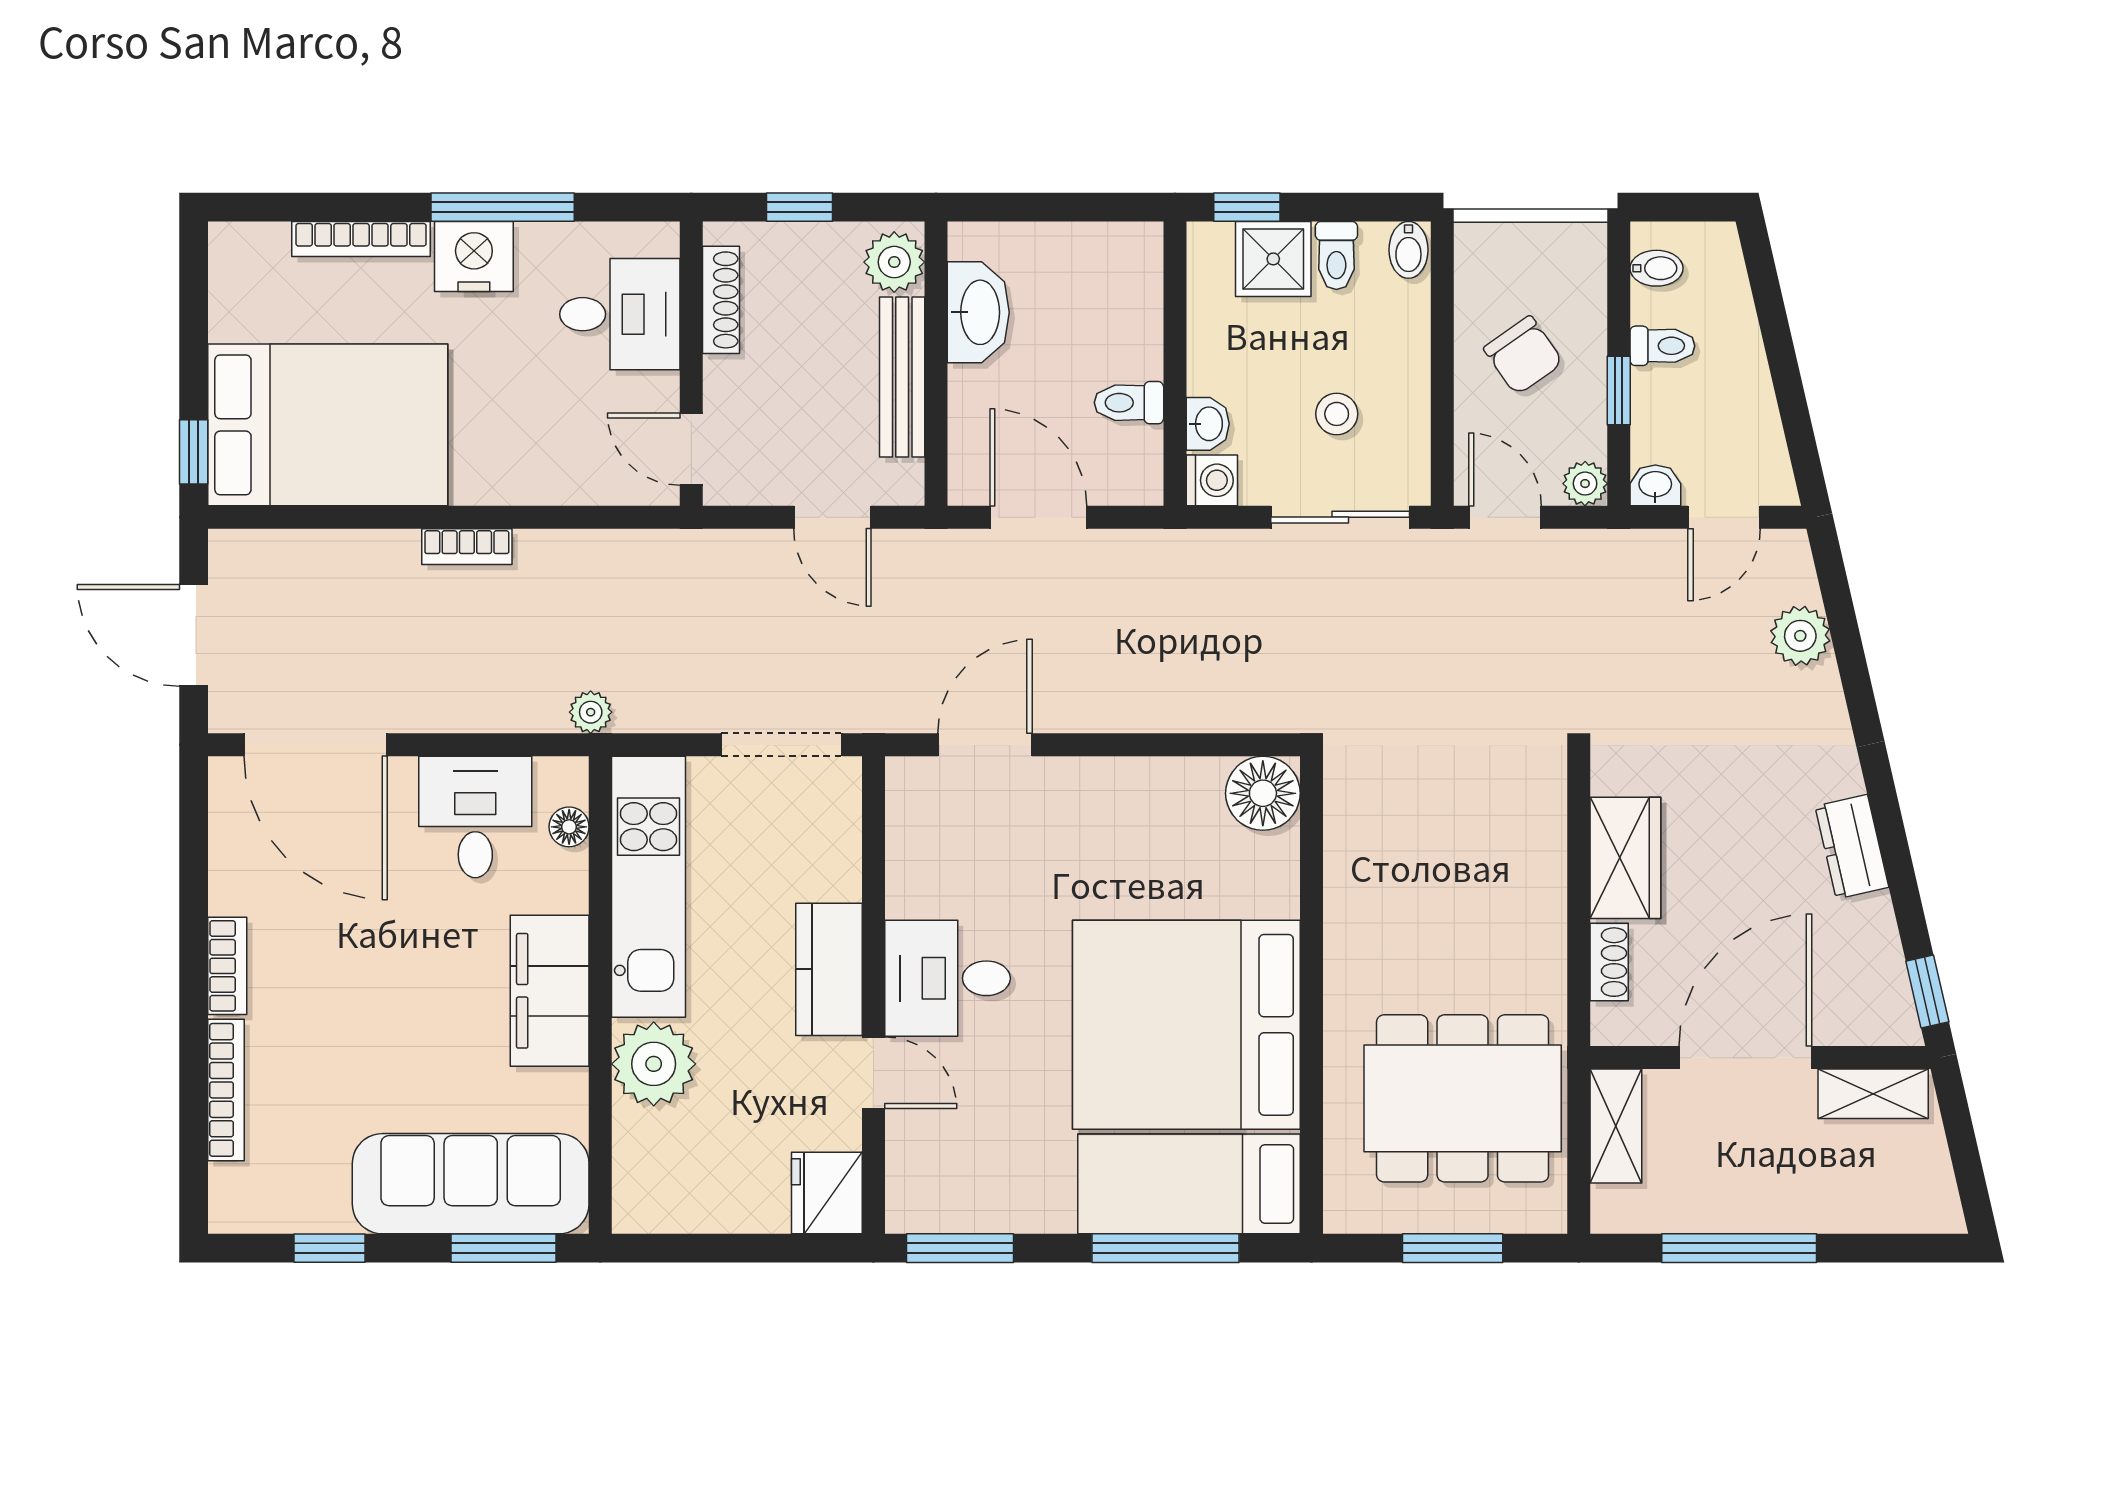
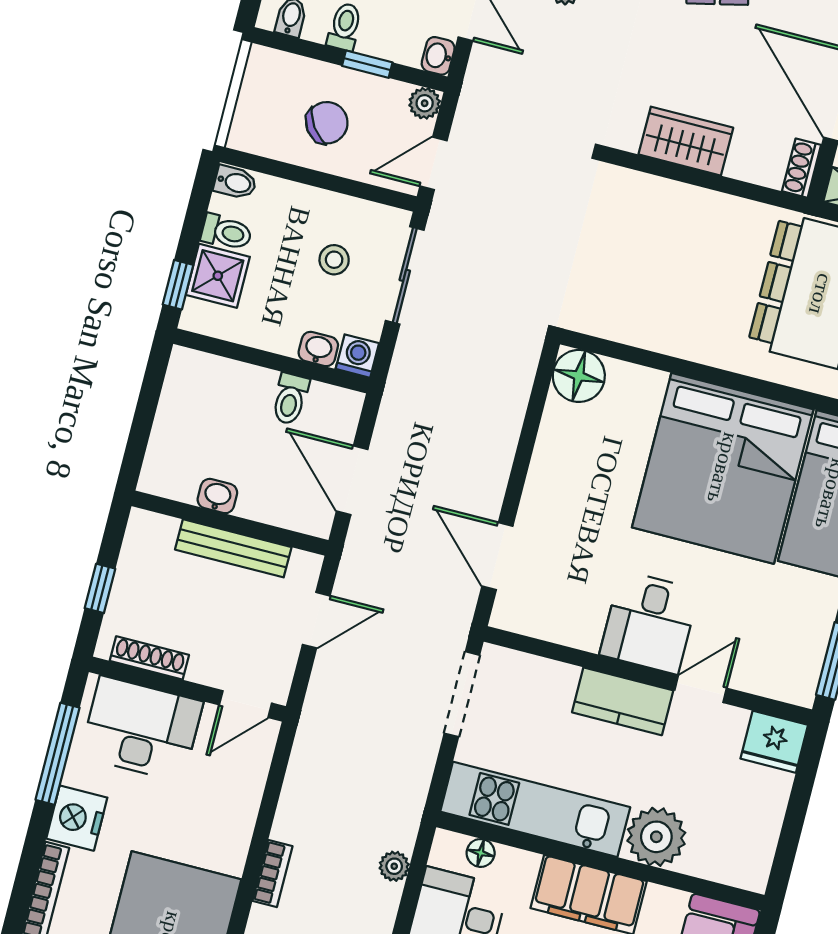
window: (503, 207) -> (58, 754), moved
plant: (894, 262) -> (154, 534), removed
washbasin: (978, 312) -> (217, 496), width x0.52, depth x0.69
desk: (620, 314) -> (141, 729), width x1.37
door: (1038, 517) -> (352, 480), hinge flipped
plant: (591, 712) -> (394, 866), moved
shoe rack: (1609, 962) -> (802, 168), moved, turned -90

